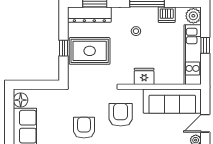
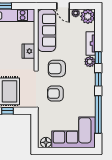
armchair: (84, 128) -> (55, 94), moved

